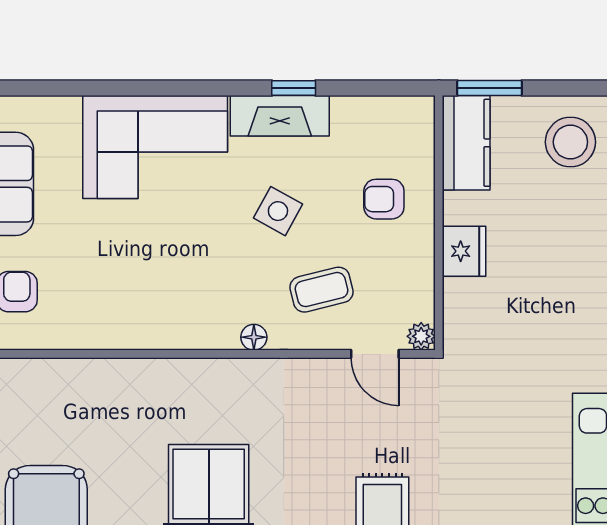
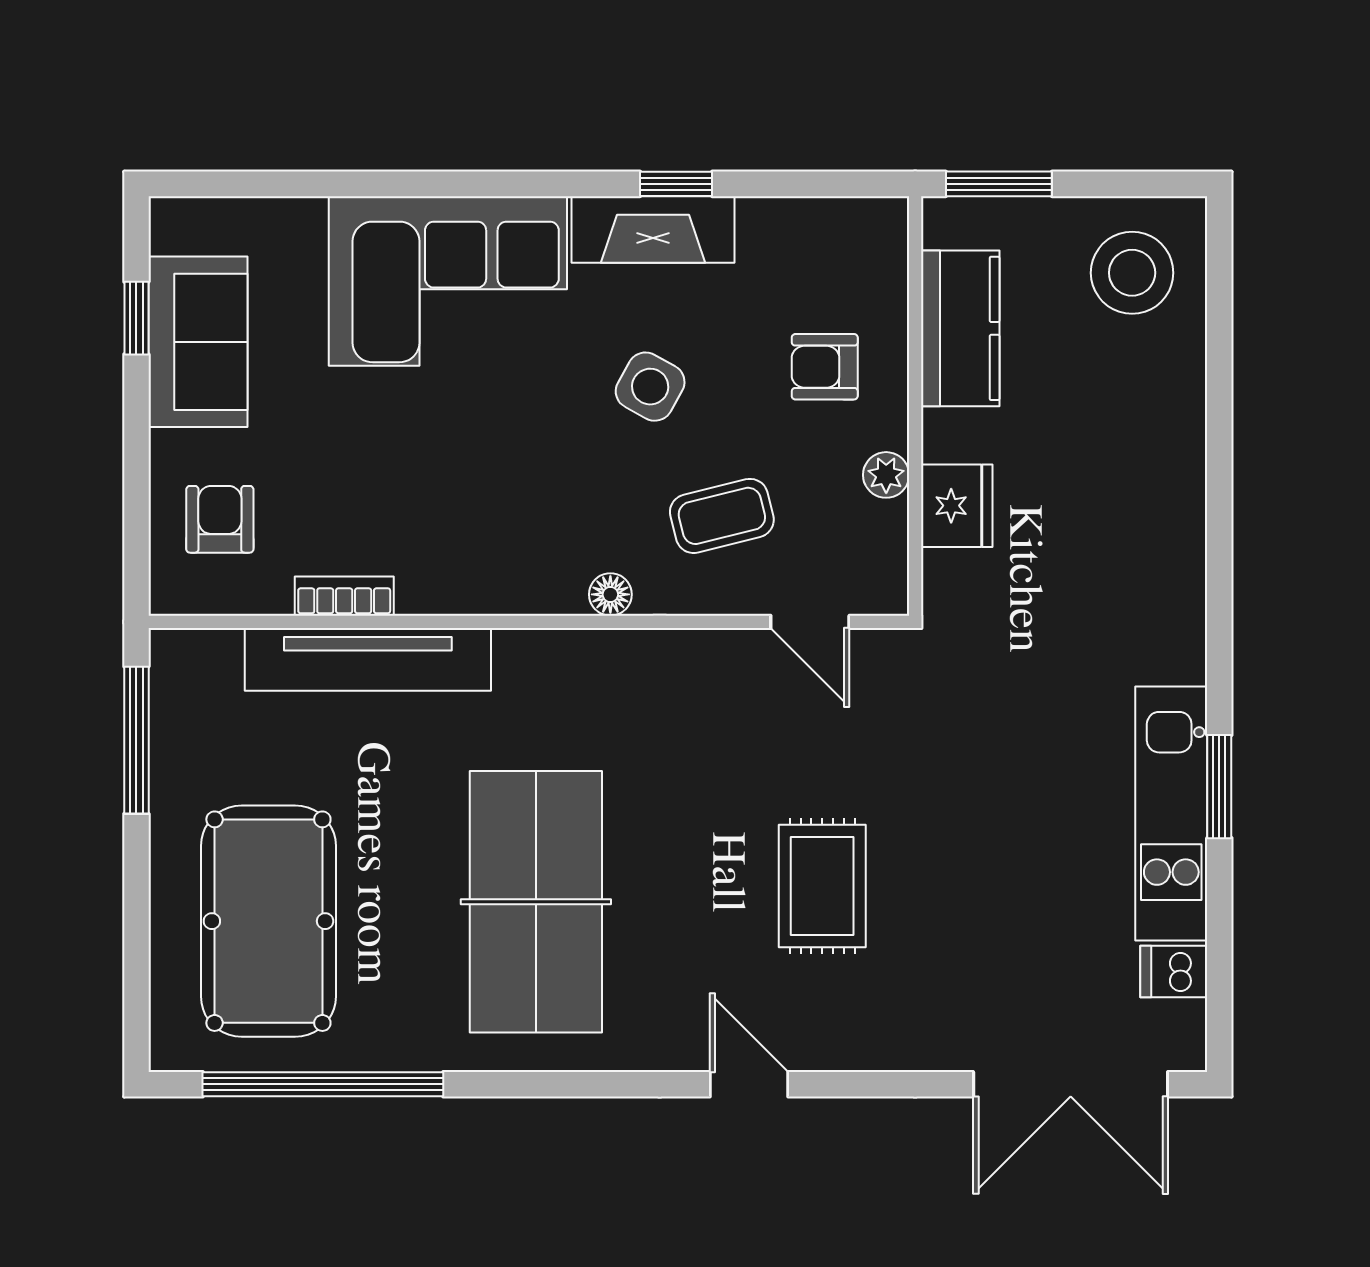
kitchen counter: (466, 143) -> (960, 328), moved
fridge: (464, 251) -> (957, 506), moved
plant: (421, 336) -> (886, 475), moved
bookcase: (92, 338) -> (344, 596), added
tv unit: (107, 377) -> (368, 659), added

